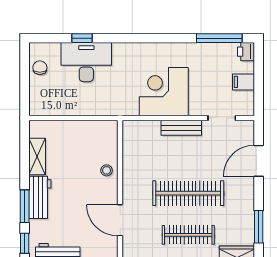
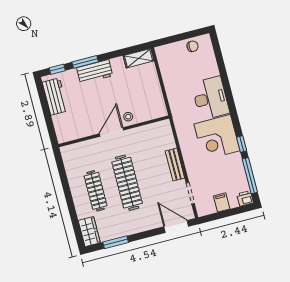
window: (82, 38) -> (242, 144), moved
desk: (86, 62) -> (210, 98), moved
corner desk: (164, 92) -> (217, 137), moved, turned 180
shelving: (37, 156) -> (139, 58), moved
door: (259, 161) -> (176, 227), moved
door: (120, 220) -> (111, 132), moved

